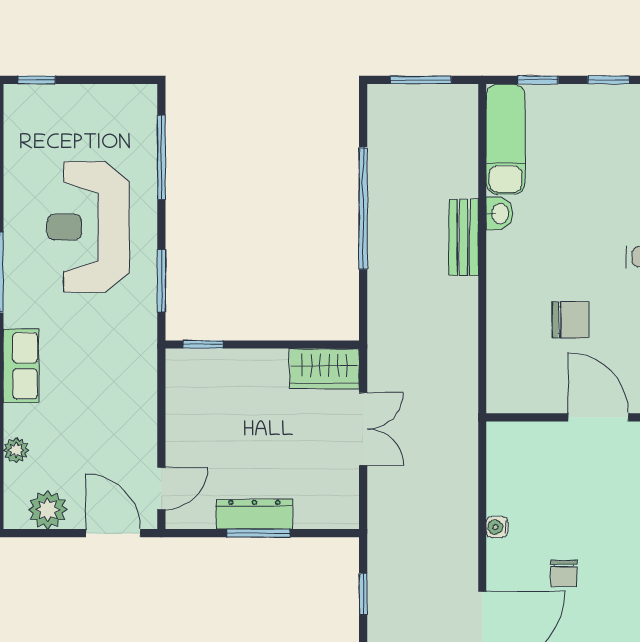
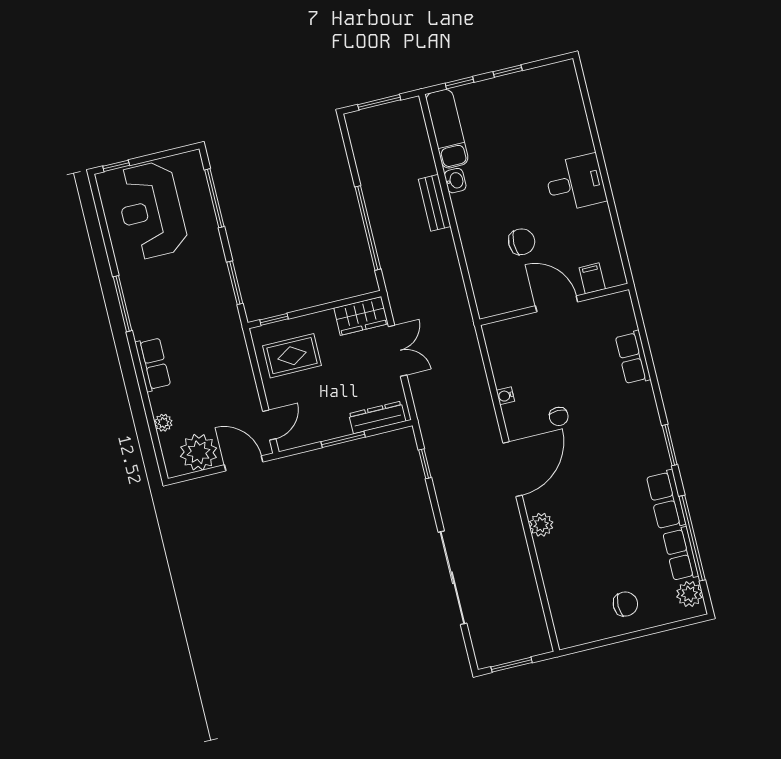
window: (363, 208) -> (368, 228), moved
reception desk: (88, 227) -> (151, 210), moved
rug: (216, 401) -> (292, 356), added
plant: (48, 510) -> (199, 452), width x1.36, depth x1.36
dresser: (254, 514) -> (377, 417), moved

